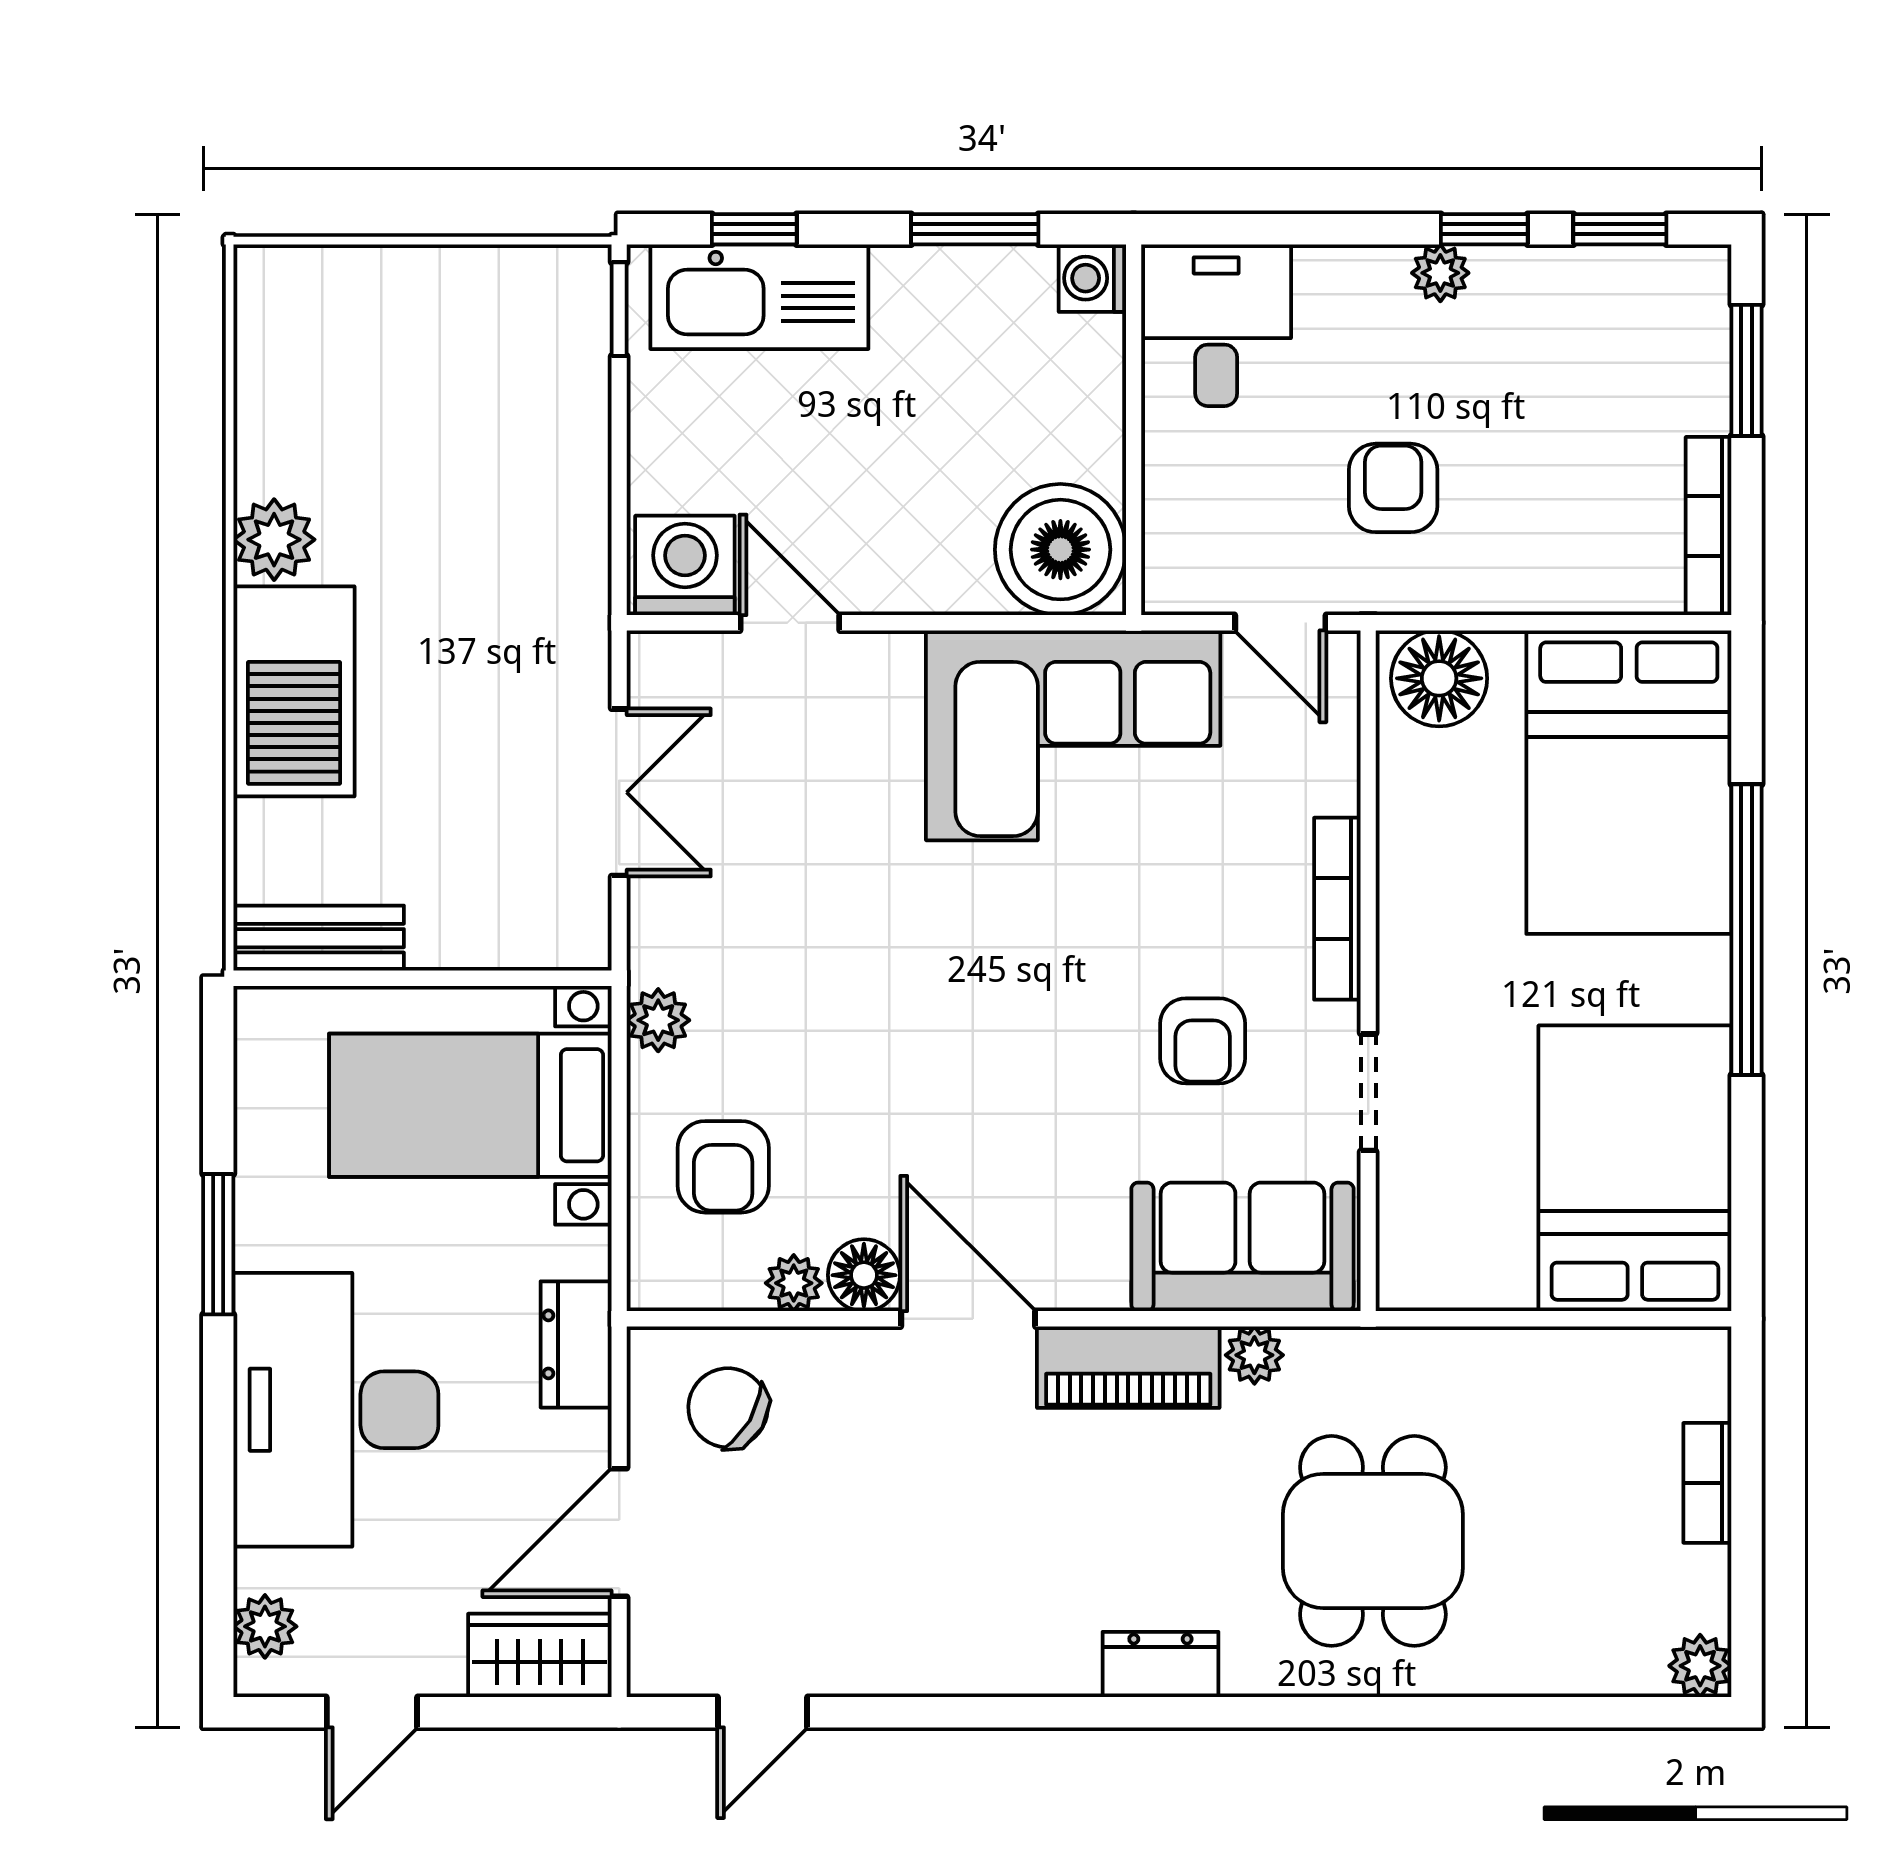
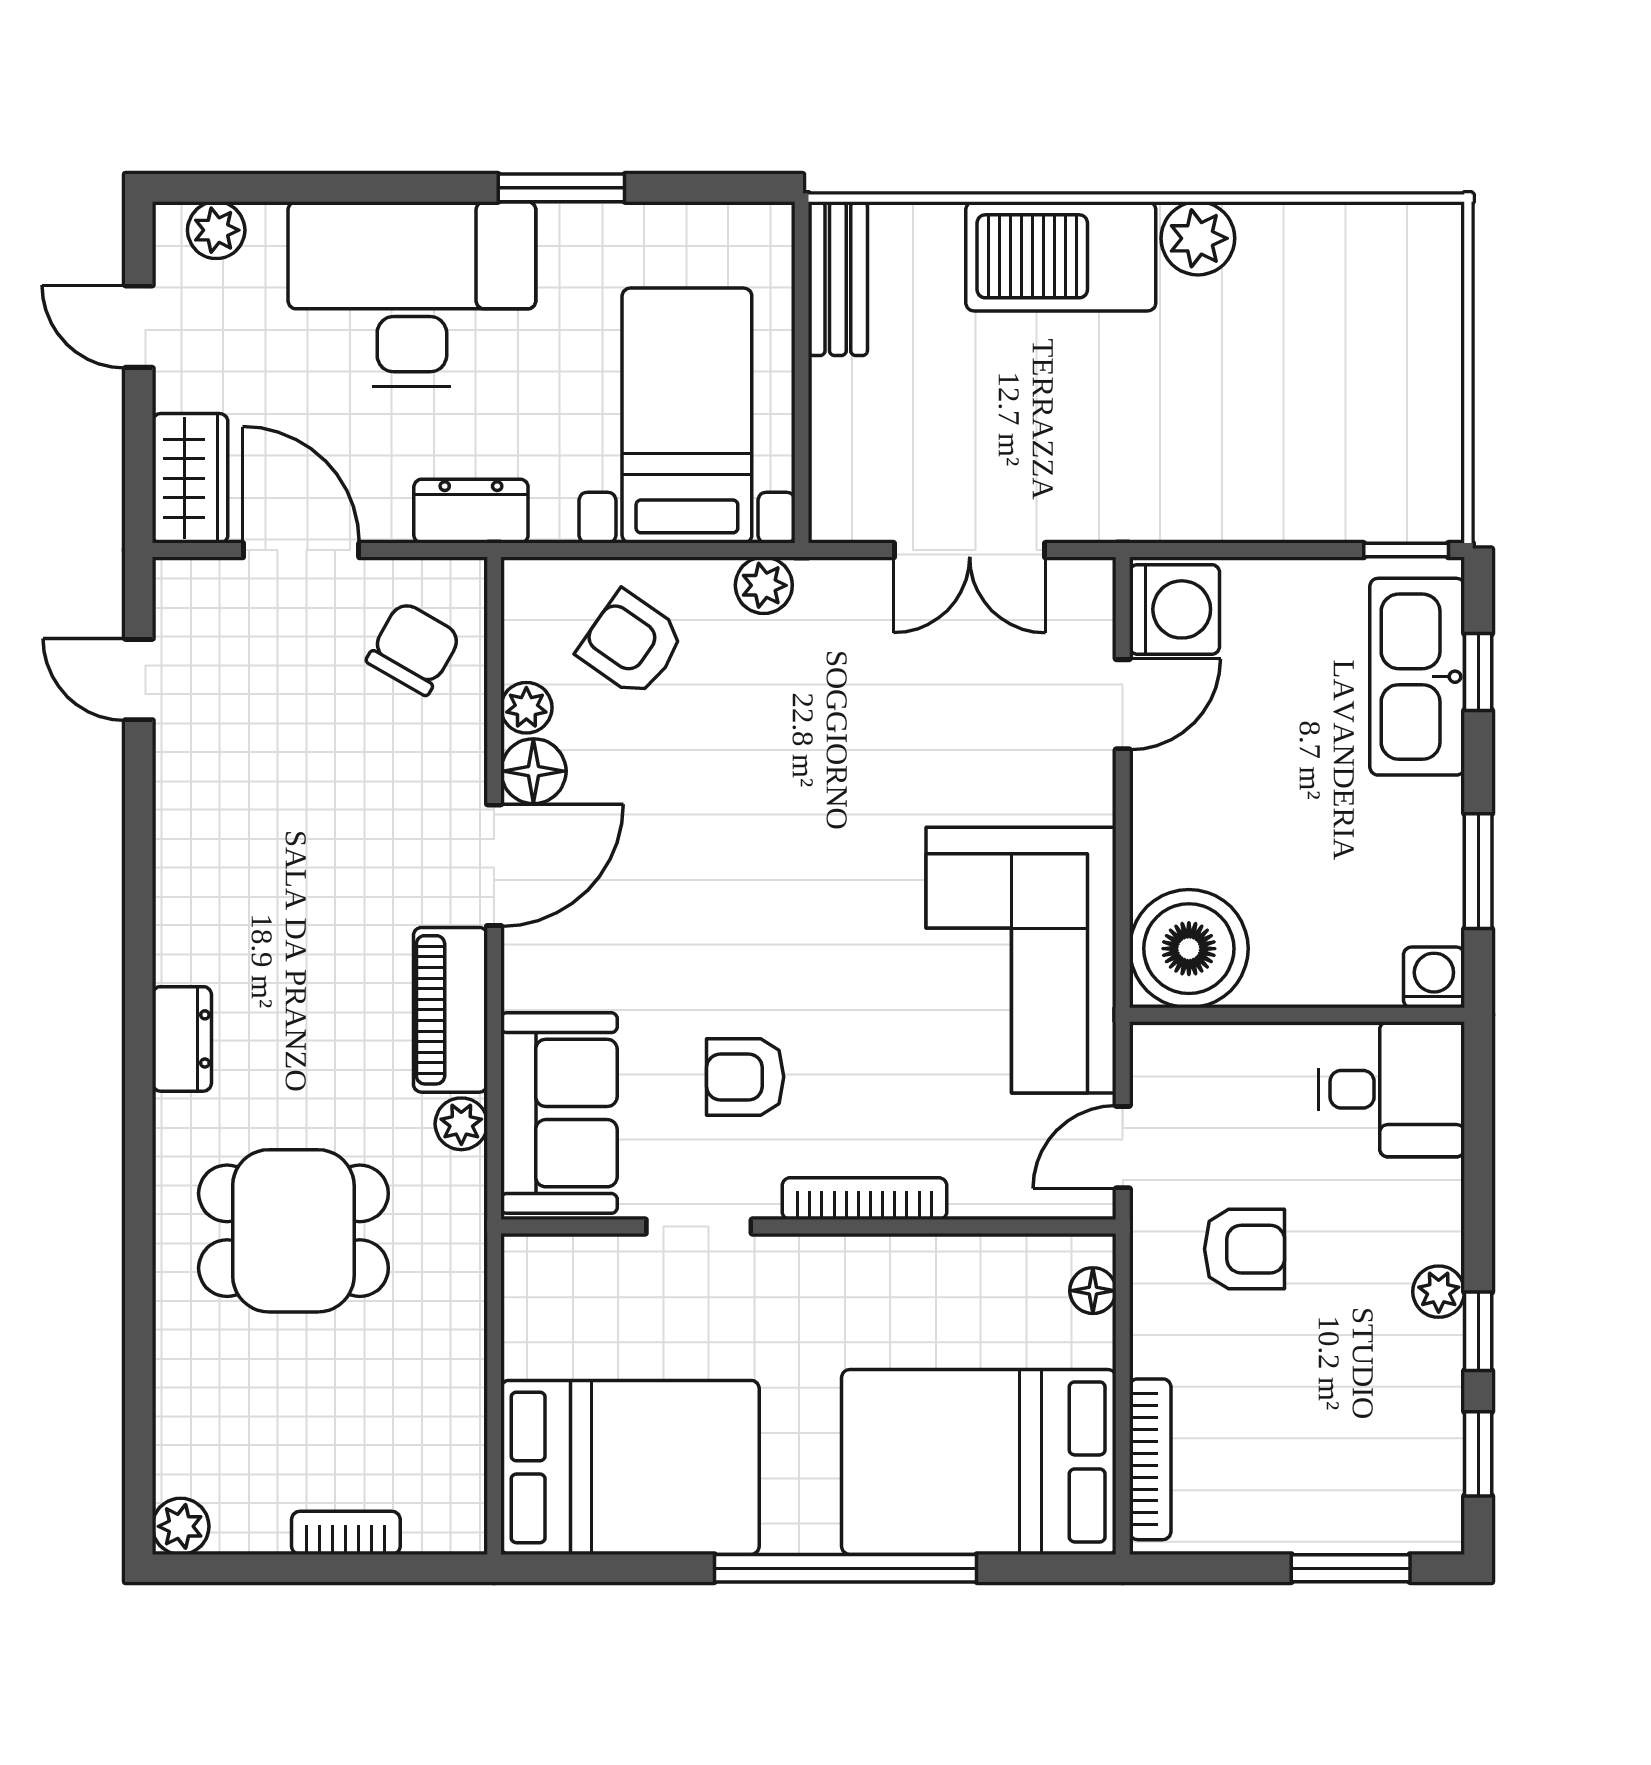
bookcase: (1709, 526) -> (1150, 1459), moved, turned 90
floor lamp: (1439, 678) -> (1093, 1291), width x0.53, depth x0.53
armchair: (723, 1167) -> (631, 644), turned 35

